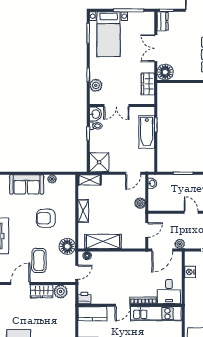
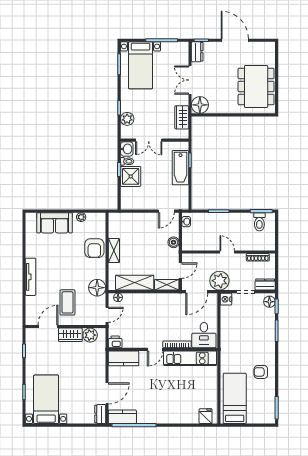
shower: (99, 162) -> (131, 176), moved
shelving: (90, 180) -> (167, 285), moved
armchair: (46, 218) -> (94, 248), moved, turned -90
plant: (180, 244) -> (219, 281), width x1.88, depth x1.88
nightstand: (190, 272) -> (226, 299), moved

